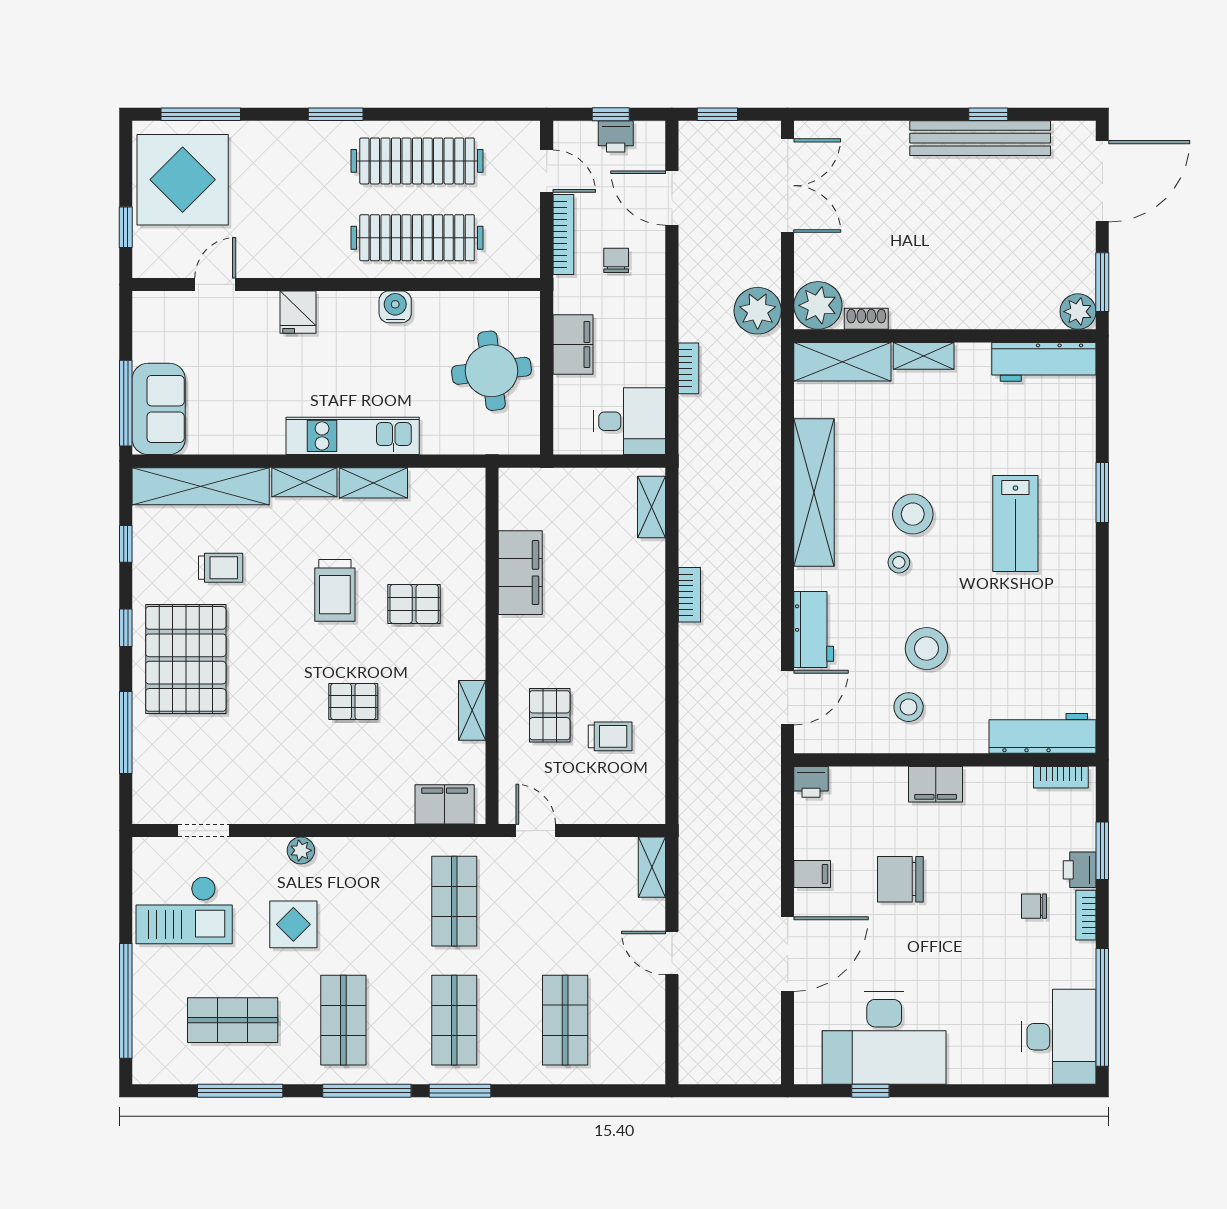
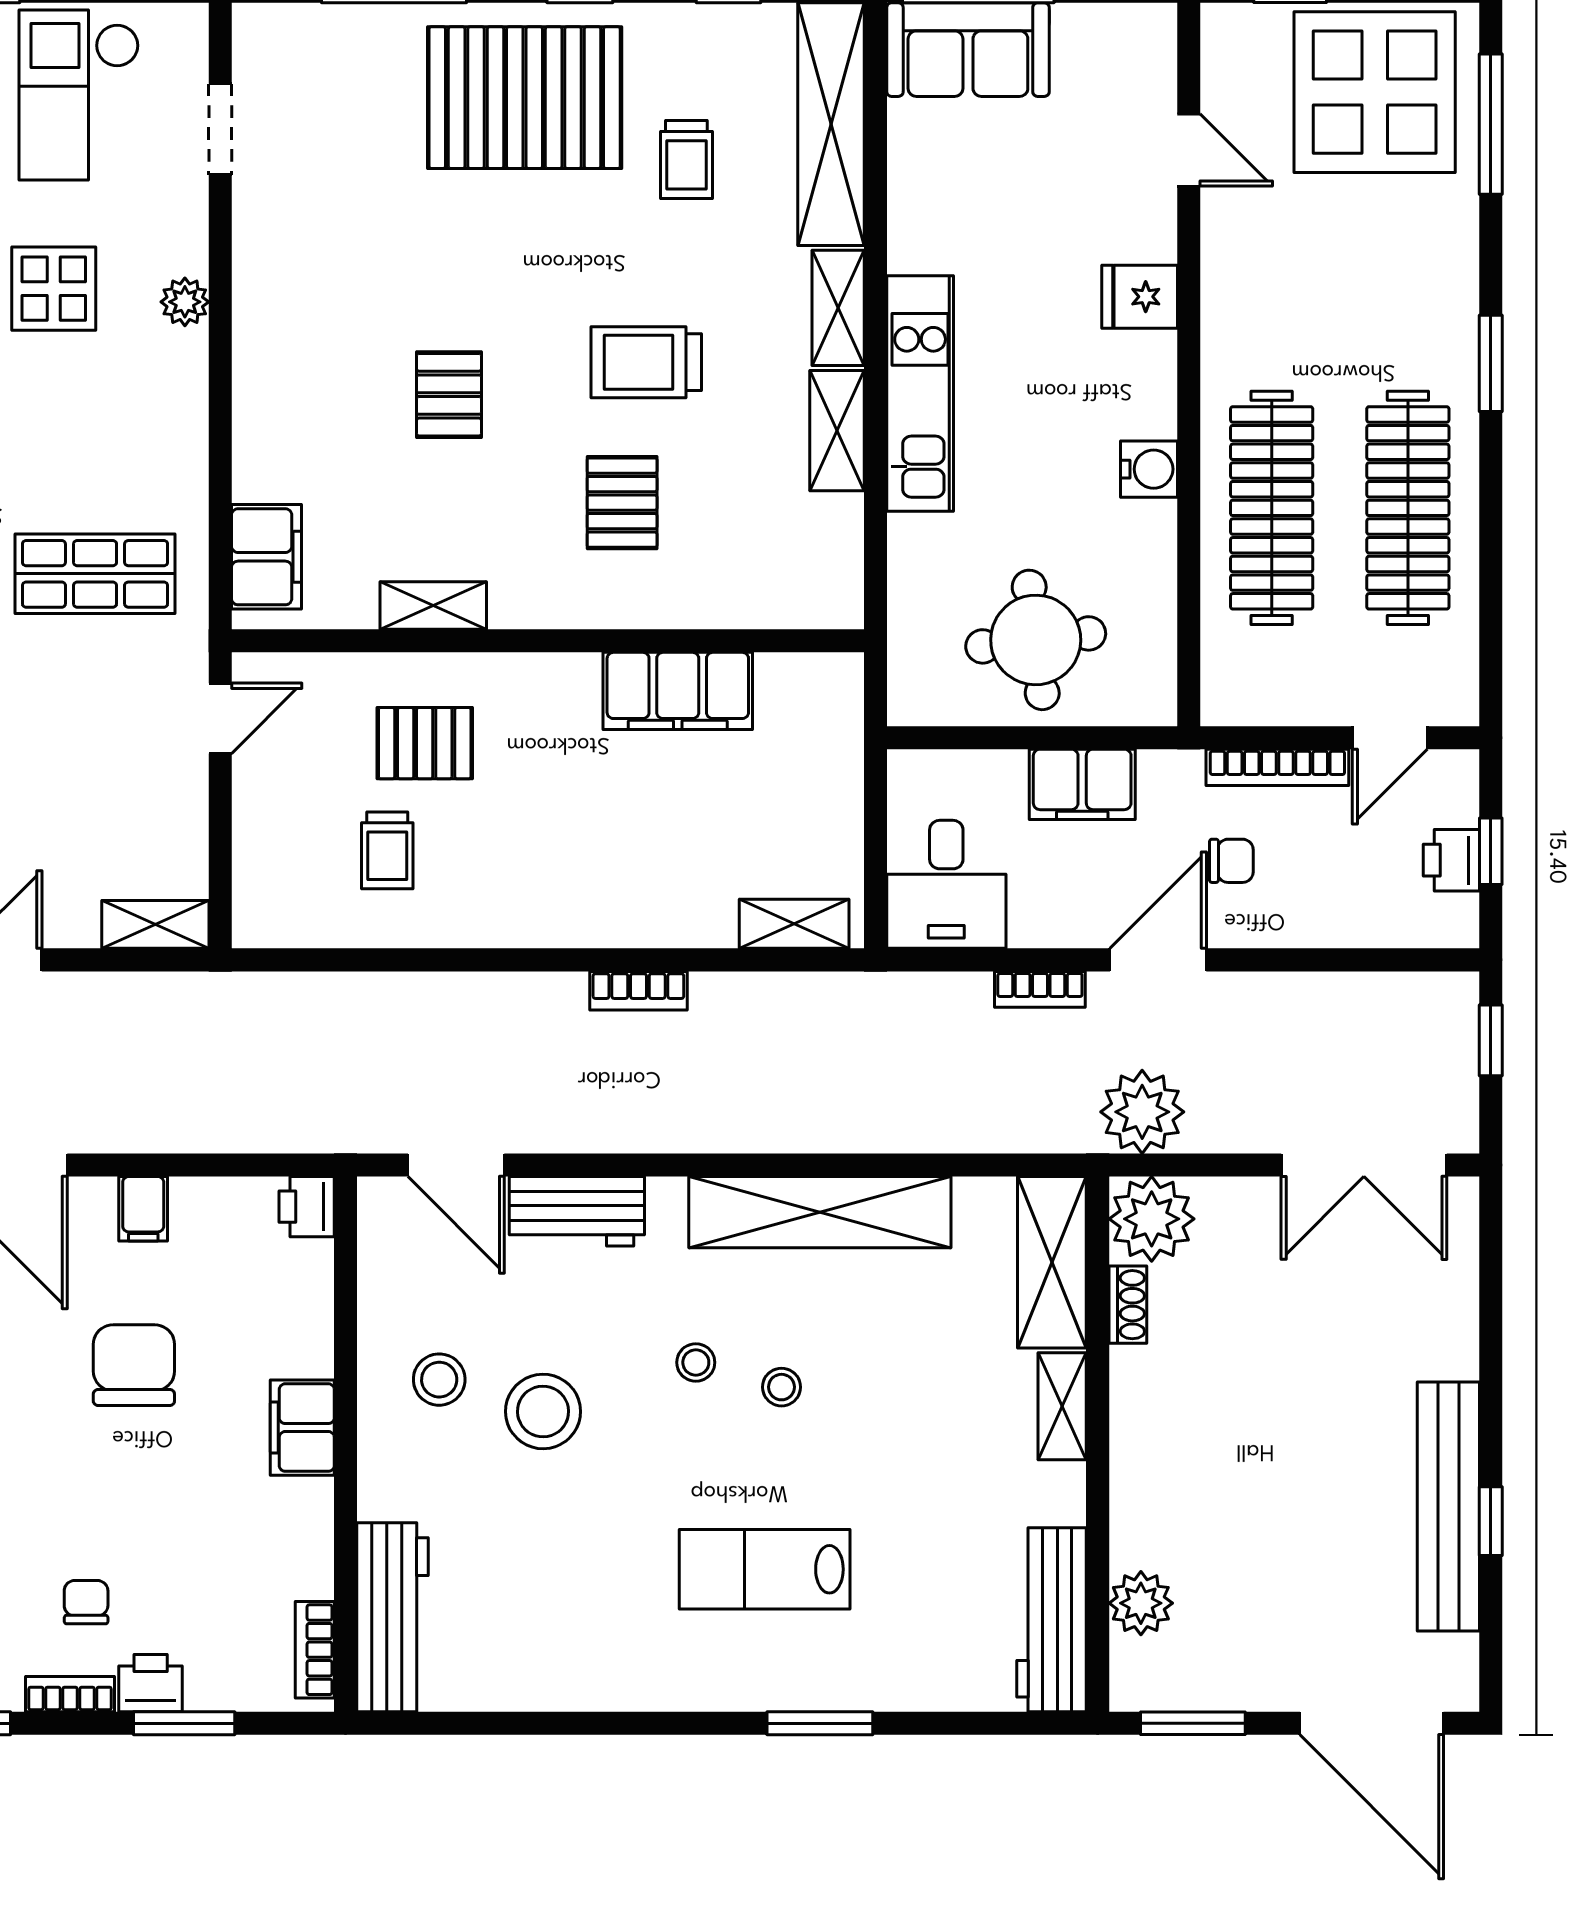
door: (672, 198) -> (1158, 960), moved
plant: (1078, 312) -> (1141, 1603), moved
stool: (913, 514) -> (781, 1387), width x0.53, depth x0.53

